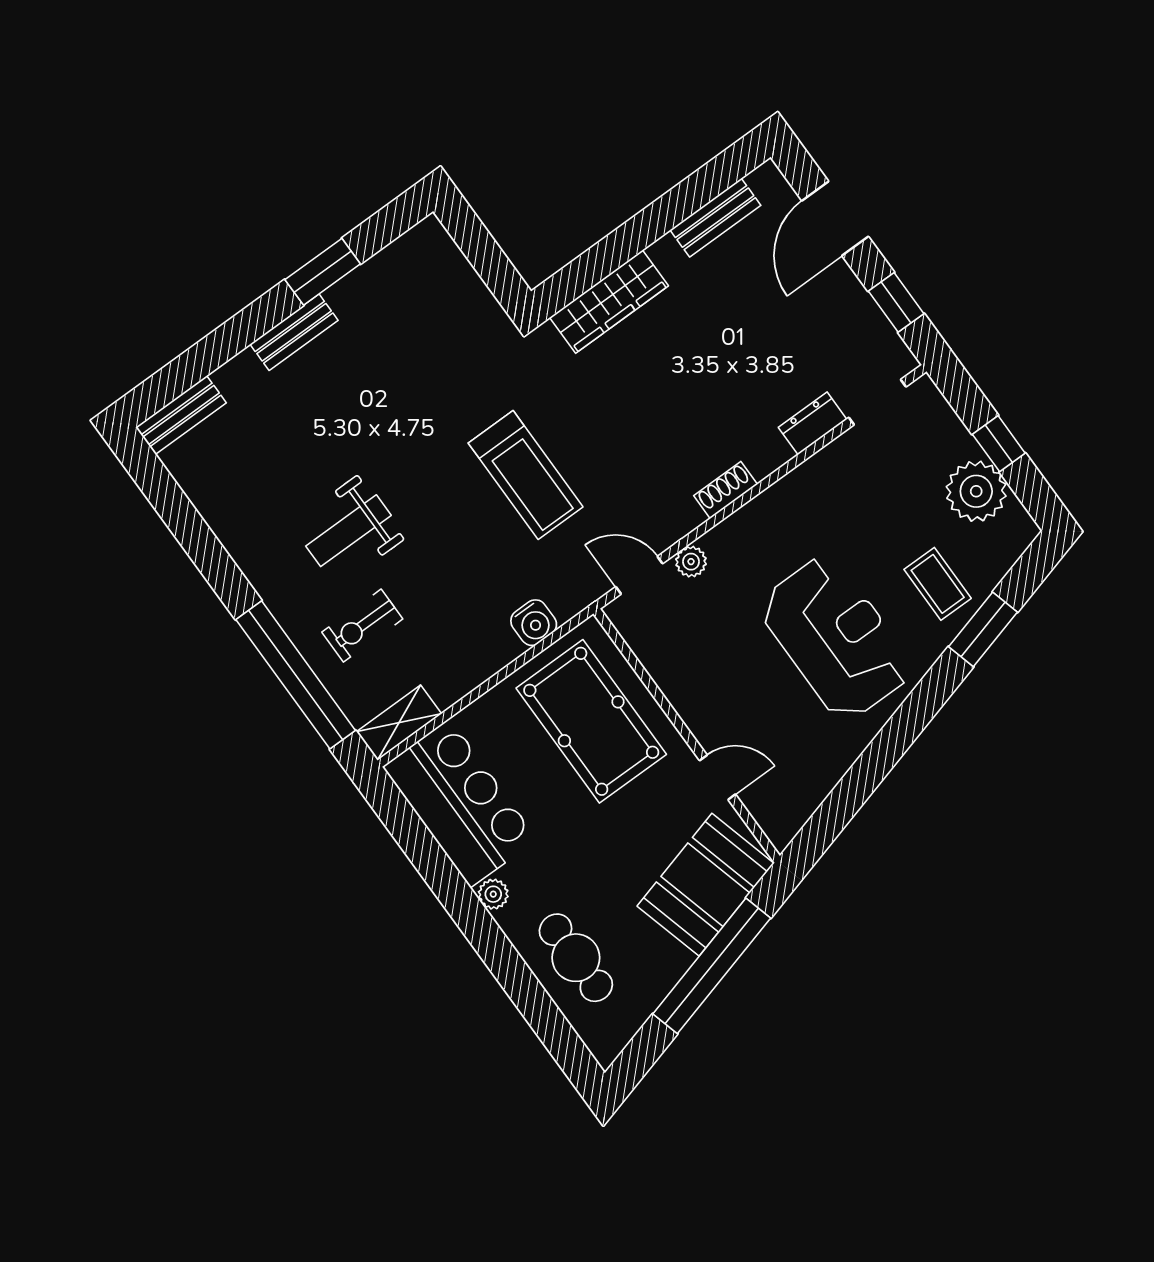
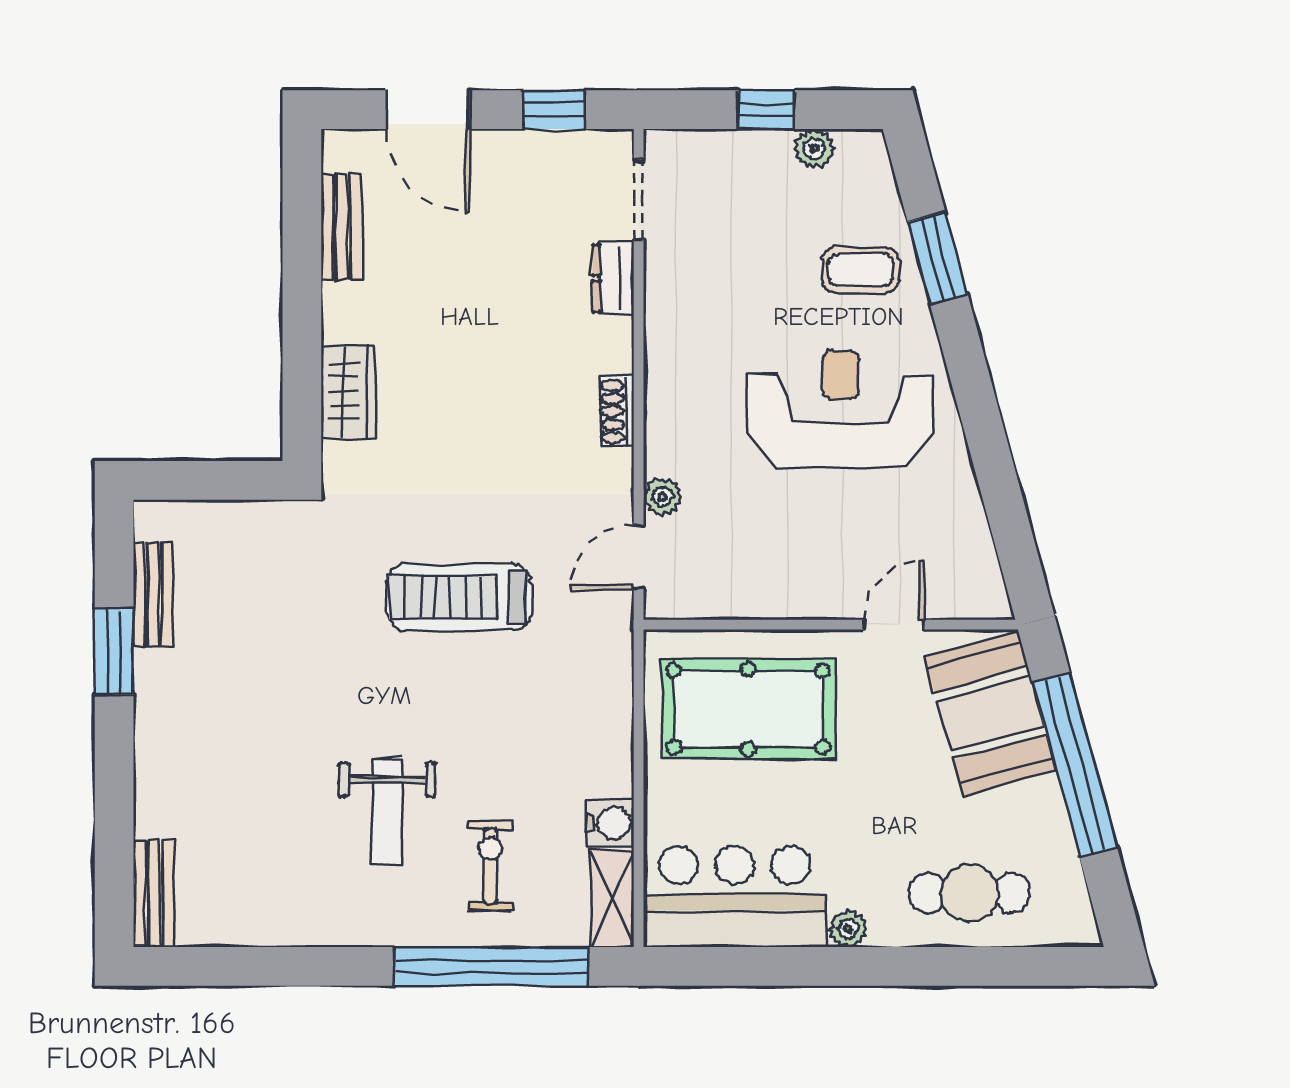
wardrobe: (609, 302) -> (348, 392), width x0.67
bench: (294, 332) -> (153, 594), moved
treadmill: (526, 475) -> (459, 597), turned 180
plant: (976, 491) -> (814, 149), width x0.53, depth x0.53
water cooler: (534, 623) -> (610, 823), moved
exercise bike: (362, 626) -> (490, 866), turned 180

